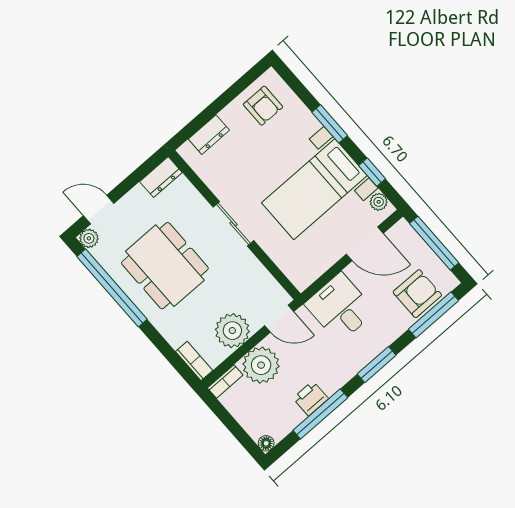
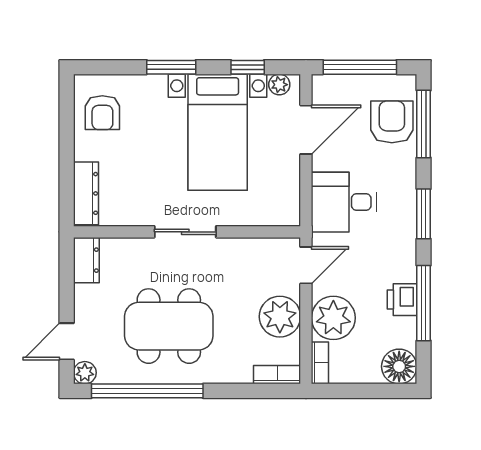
armchair: (263, 106) -> (102, 113), turned 90
dresser: (209, 135) -> (86, 193), width x1.44
floor lamp: (266, 443) -> (399, 366), width x1.89, depth x1.89

